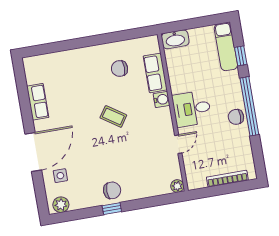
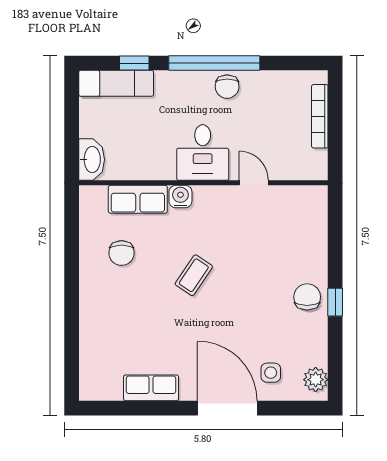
plant: (177, 186) -> (318, 195), removed

